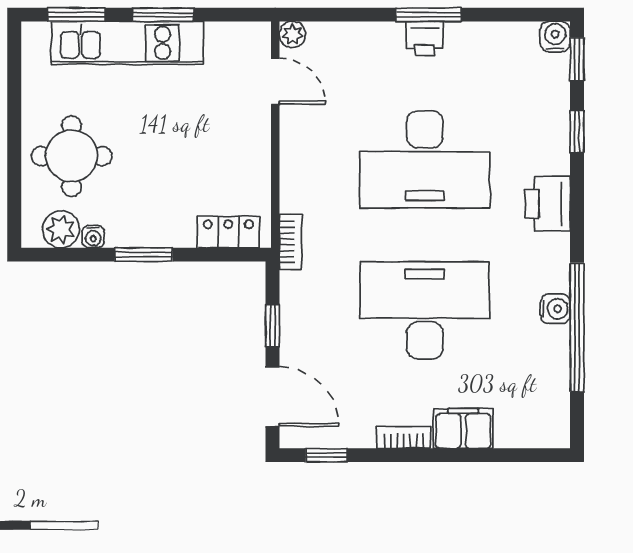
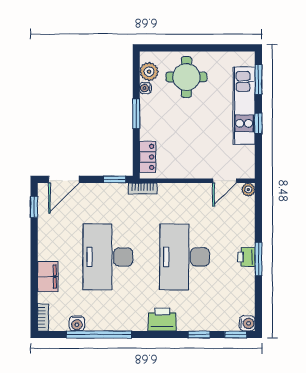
window: (163, 15) -> (258, 124), width x0.67
water cooler: (555, 309) -> (77, 323), moved
desk: (425, 310) -> (108, 257), turned 180
window: (273, 326) -> (115, 179), moved
bookcase: (404, 437) -> (43, 317), moved

